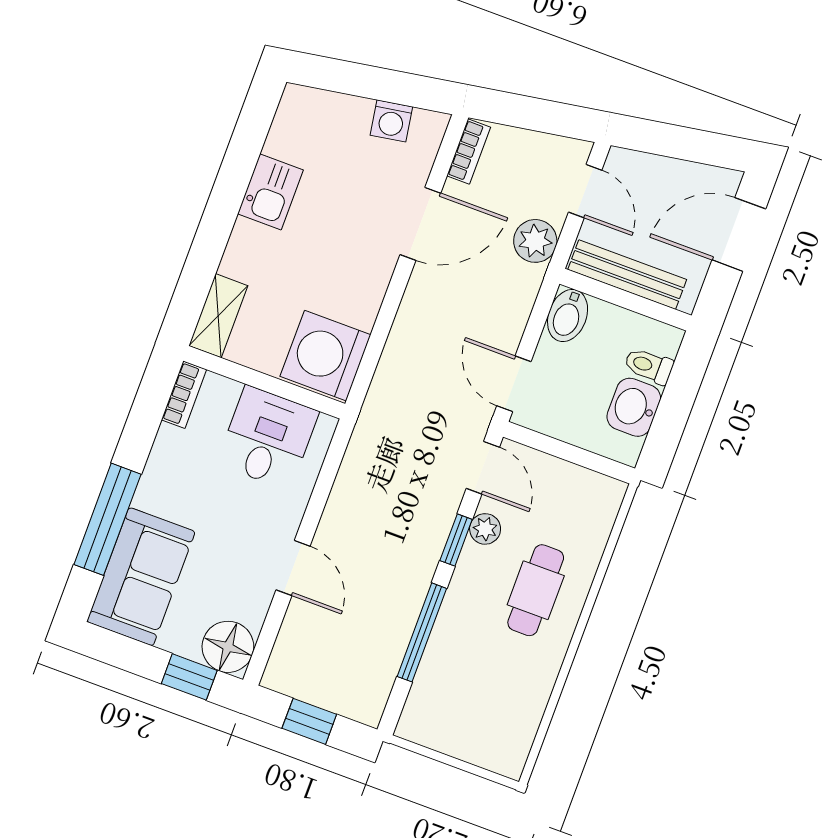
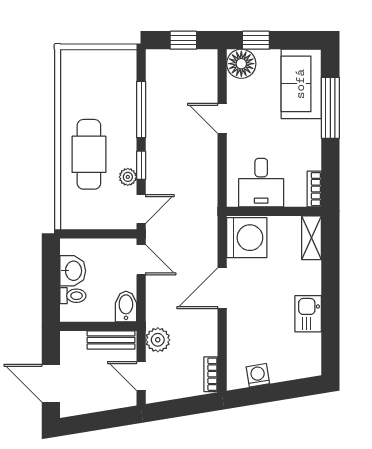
door: (420, 224) -> (222, 288), moved
door: (739, 234) -> (51, 383), swing flipped
bench: (627, 275) -> (111, 340), width x0.73
door: (483, 468) -> (141, 209), swing flipped
cafe table: (536, 590) -> (89, 154), width x1.37, depth x1.35

